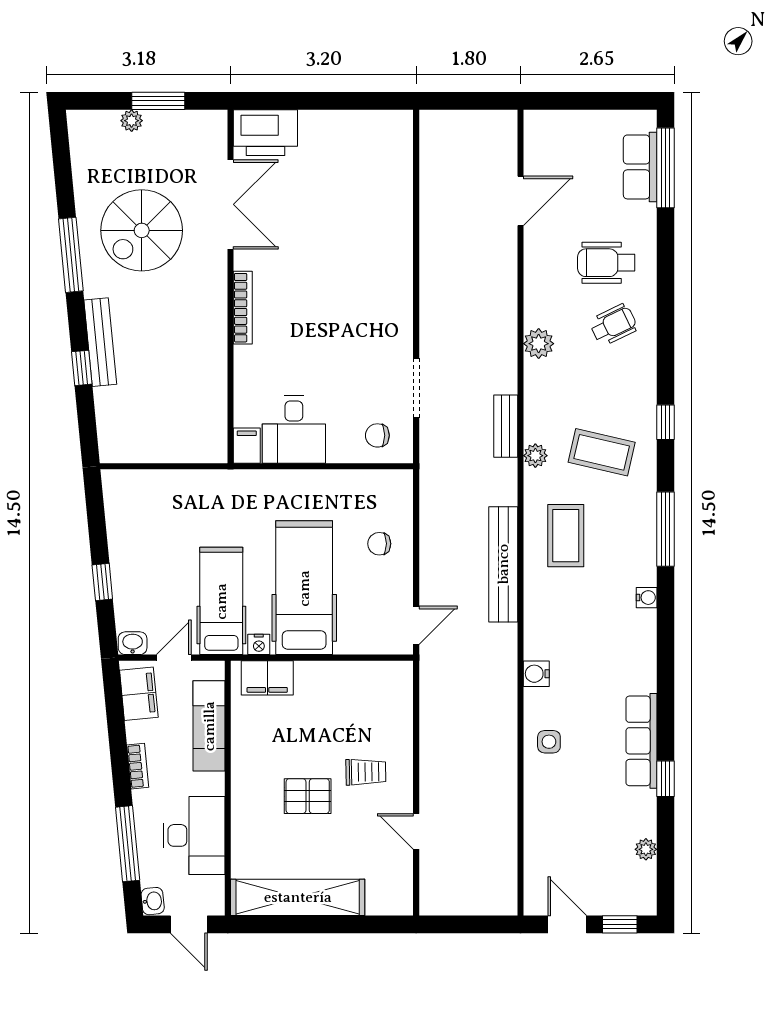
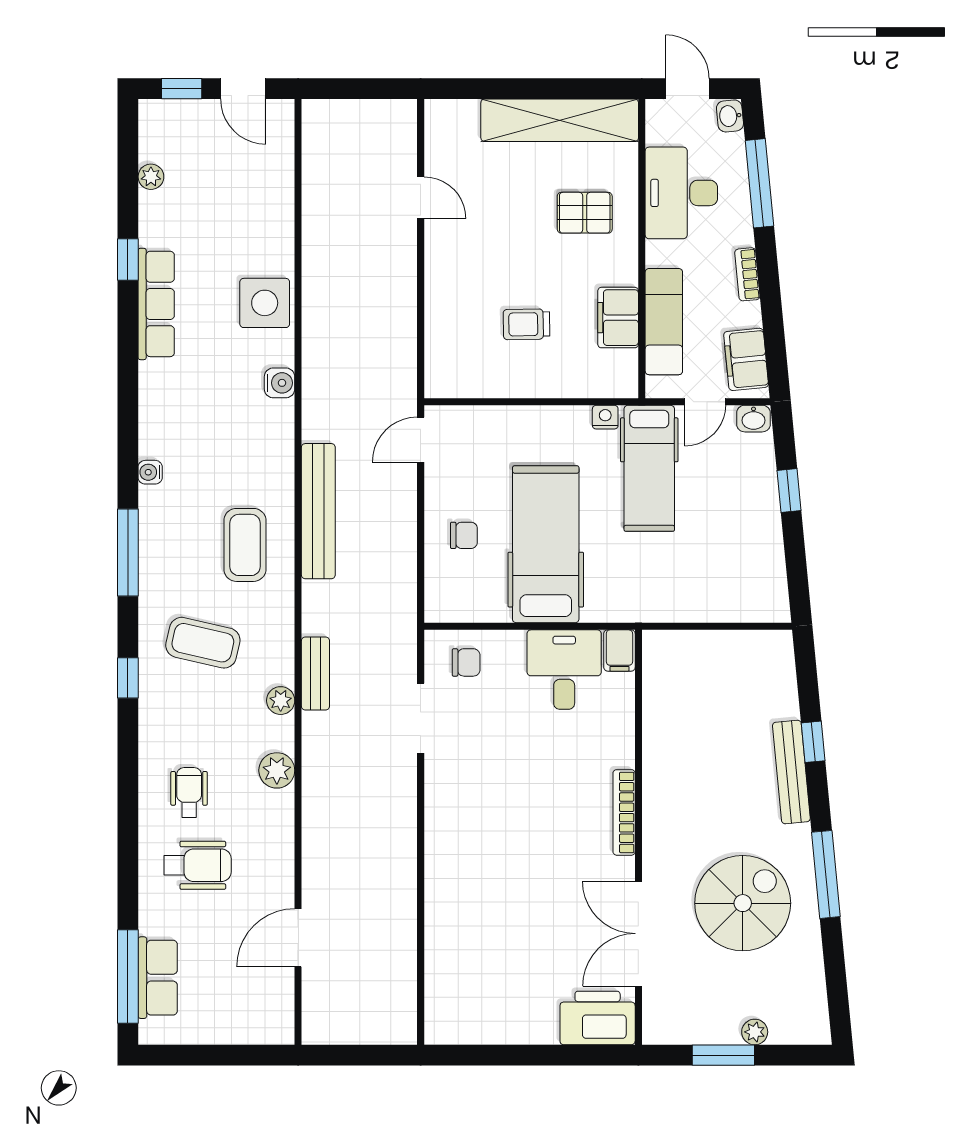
wheelchair: (613, 325) -> (189, 792), turned 116
plant: (535, 456) -> (281, 701), moved
hospital bed: (304, 588) -> (546, 544), moved, turned 180
filing cabinet: (267, 678) -> (618, 318), moved, turned -90
side table: (549, 742) -> (265, 303), width x1.87, depth x1.87
trolley: (366, 772) -> (527, 324), moved
pallet: (308, 796) -> (585, 213), moved

